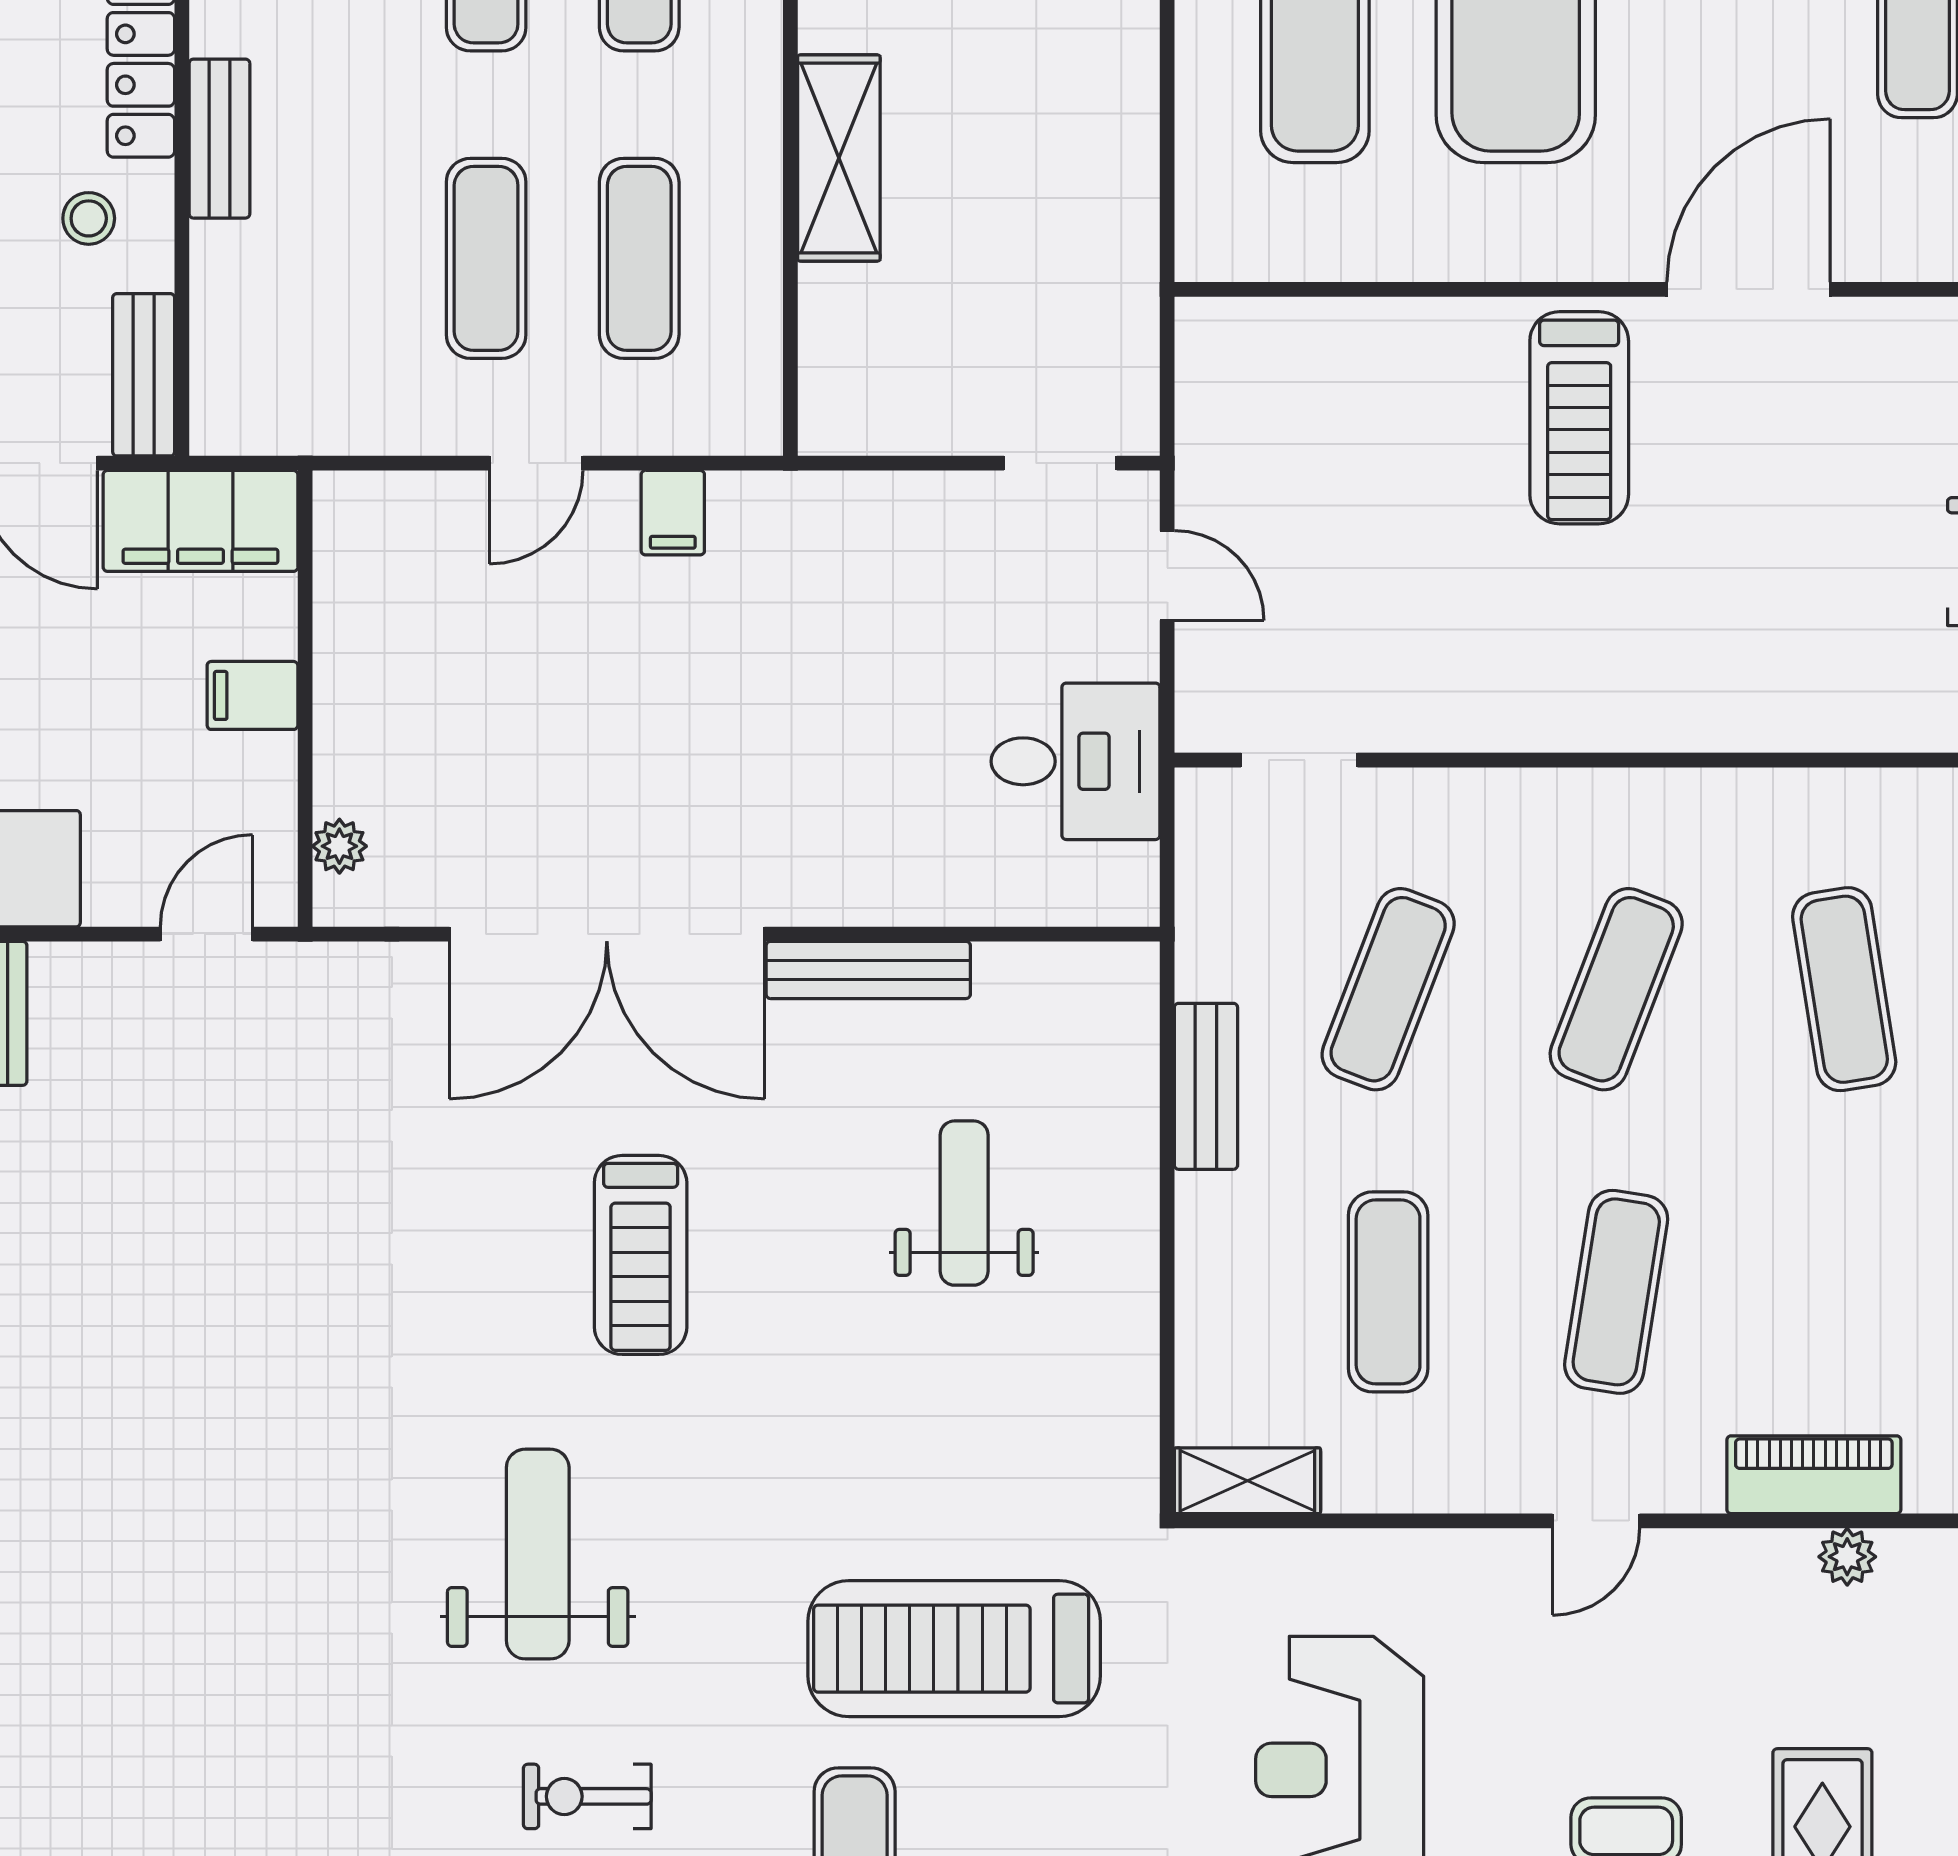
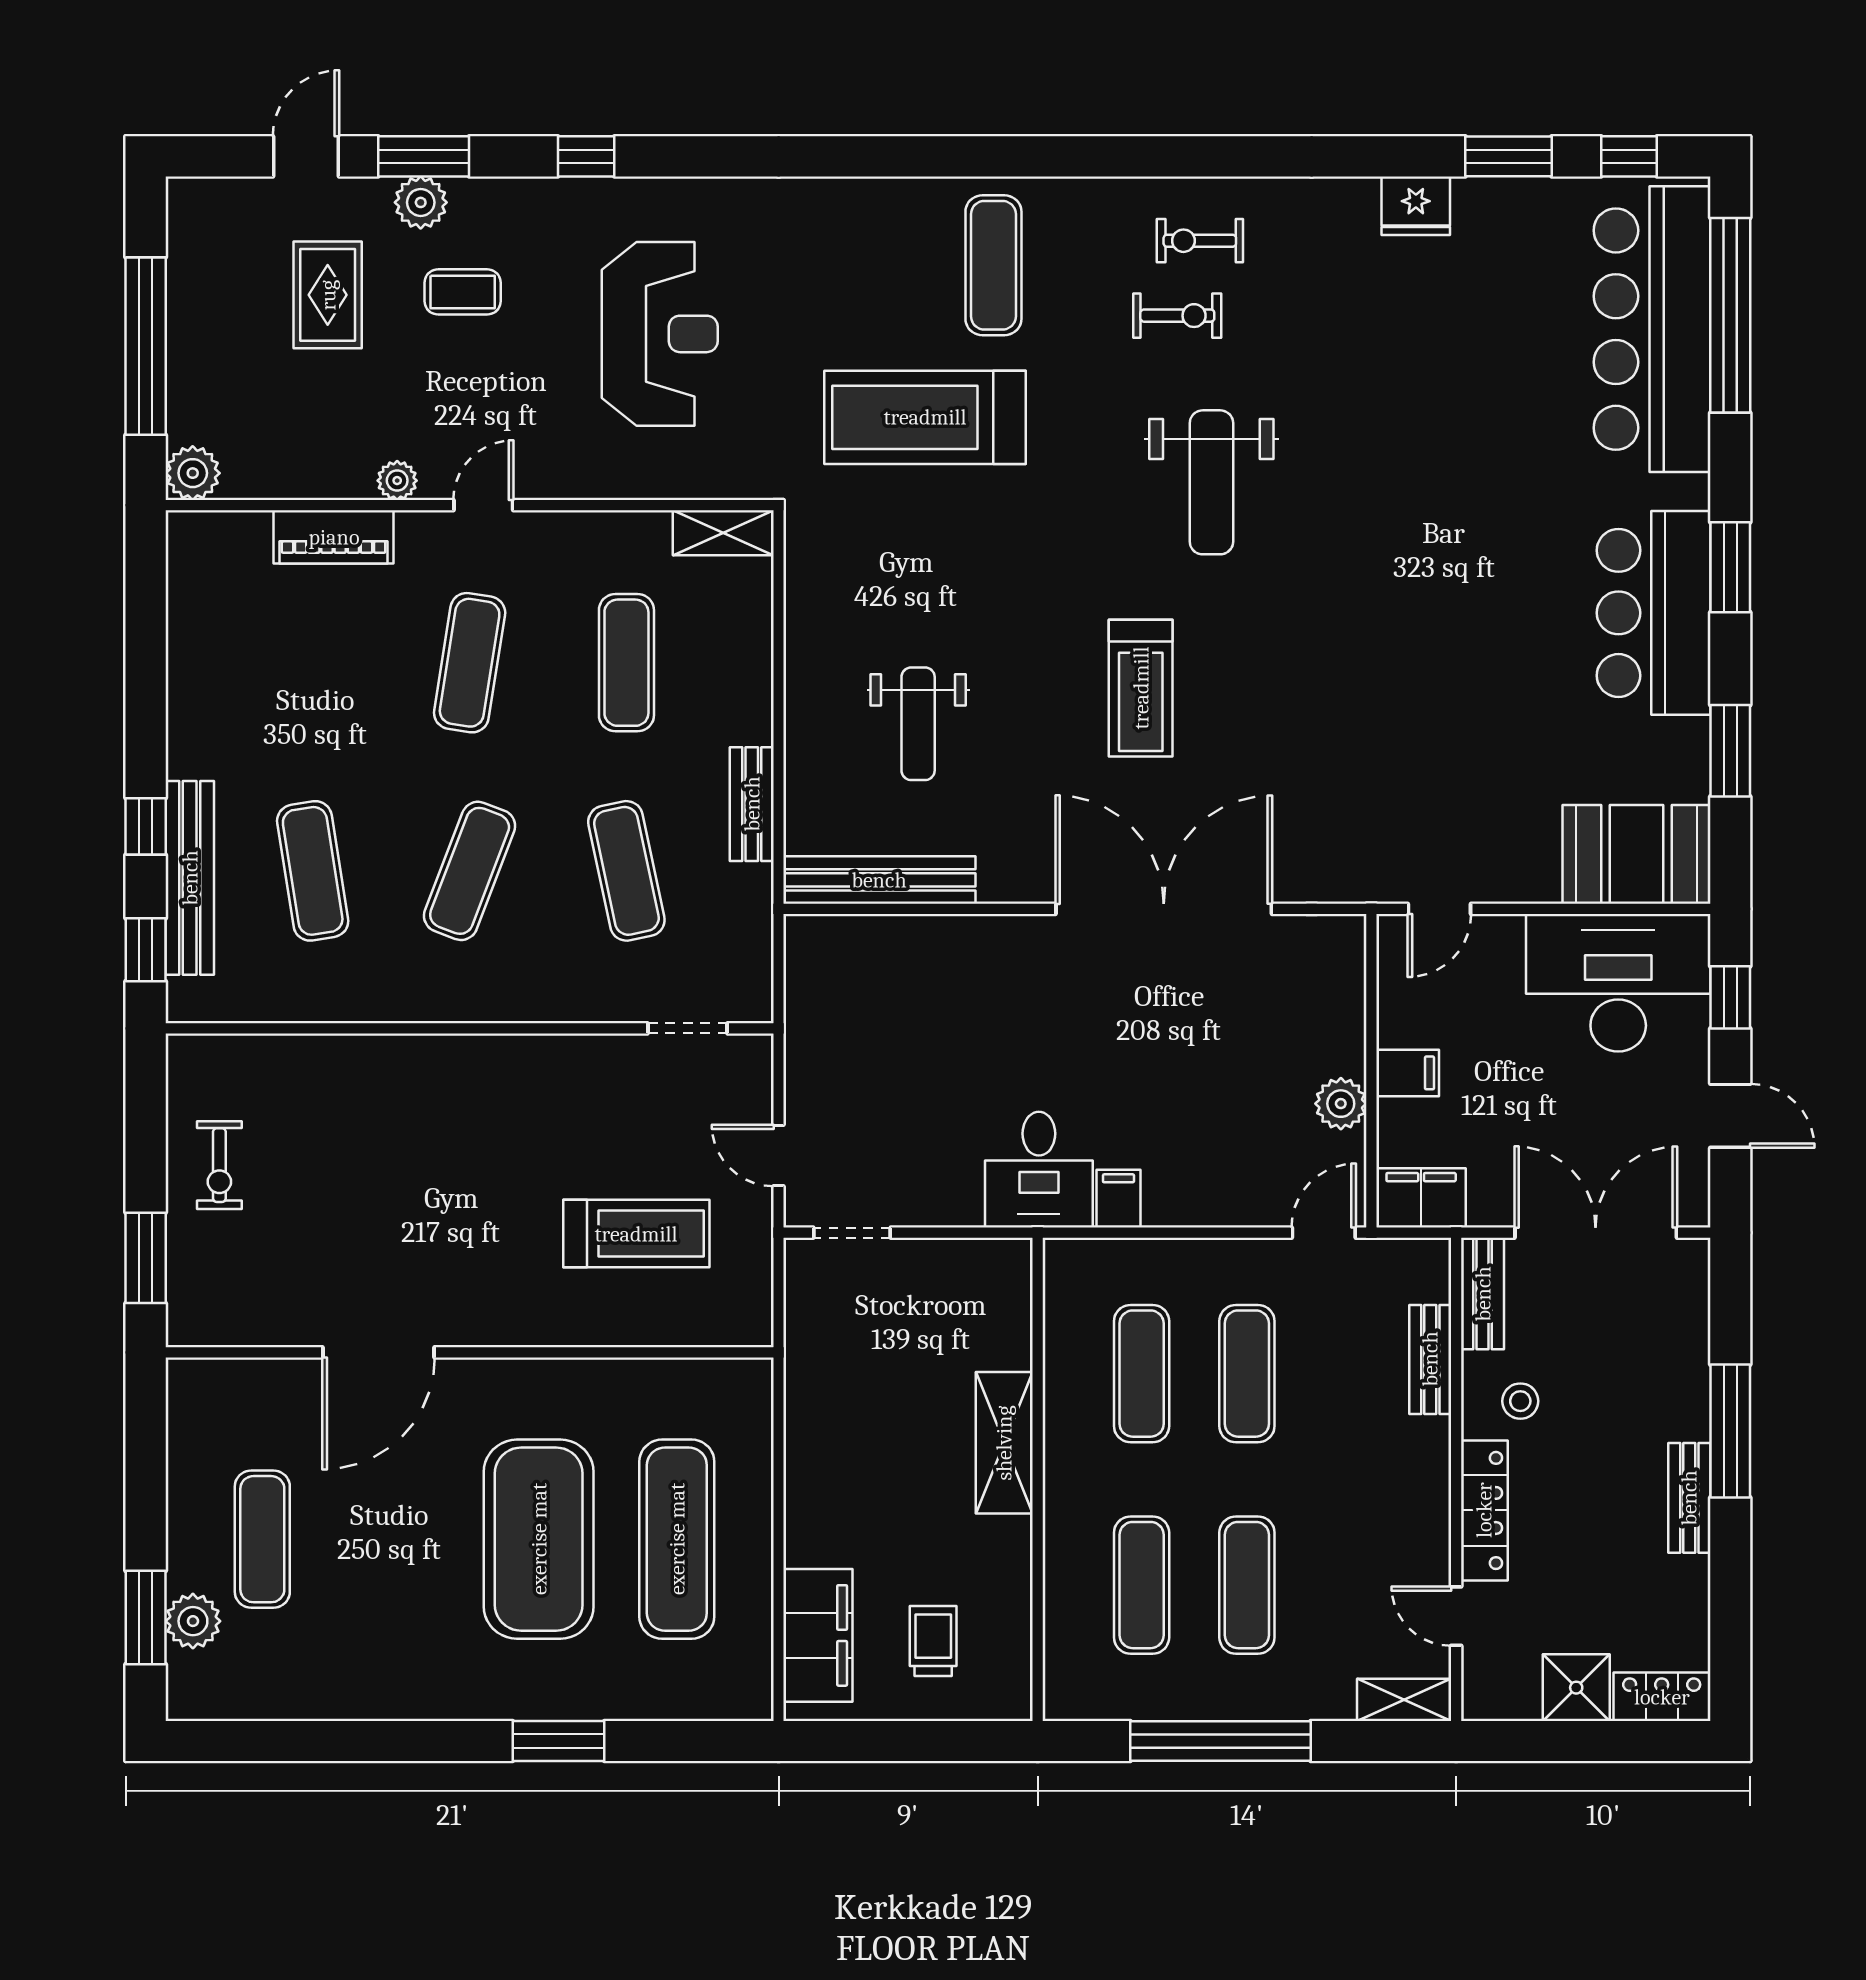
bench: (219, 139) -> (1430, 1359), moved
treadmill: (1579, 418) -> (636, 1234), moved, turned 90
door: (536, 463) -> (1324, 1233), moved
filing cabinet: (200, 521) -> (1421, 1198), width x0.67, depth x0.86
desk: (1075, 761) -> (1039, 1170), moved, turned -90
plant: (339, 846) -> (1341, 1104), moved, width x1.38, depth x1.38
bench: (868, 970) -> (879, 880), moved, width x1.37, depth x1.21
exercise mat: (1388, 989) -> (626, 871), turned -33
treadmill: (641, 1255) -> (1141, 688), turned 180
plant: (1847, 1557) -> (397, 481), moved
treadmill: (954, 1649) -> (925, 417), turned 180

